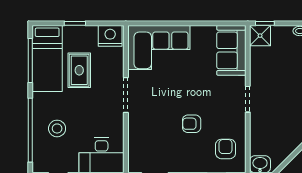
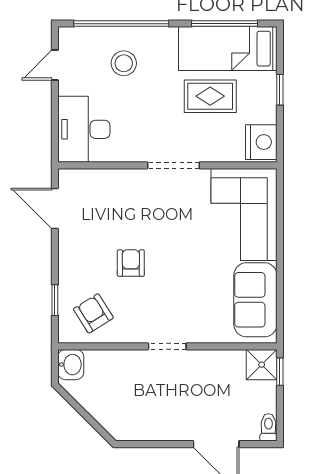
sofa: (231, 50) -> (255, 300), moved, turned -90
armchair: (226, 149) -> (93, 313), turned -122

